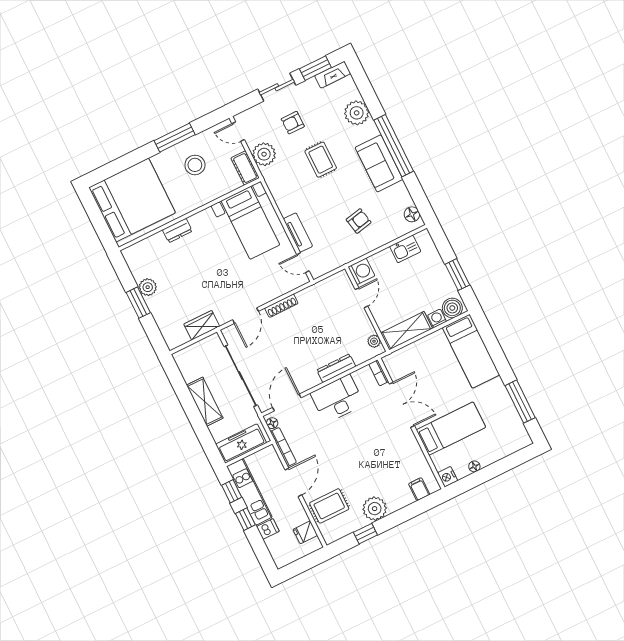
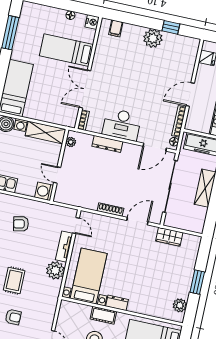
plant: (264, 154) -> (55, 270), moved
cot: (245, 168) -> (103, 315), moved, turned 90
dresser: (177, 230) -> (117, 303), moved
plant: (148, 287) -> (180, 305), moved
door: (361, 298) -> (57, 175), hinge flipped
rug: (329, 506) -> (180, 62), removed

